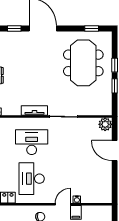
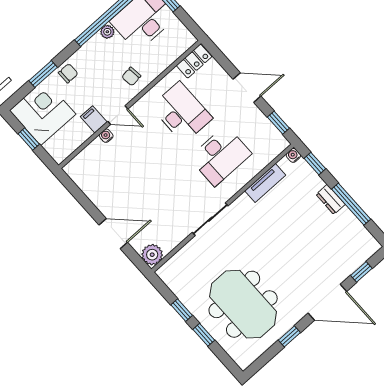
window: (92, 28) -> (289, 336), moved
tv unit: (34, 110) -> (265, 183), moved
door: (63, 204) -> (118, 115), hinge flipped

